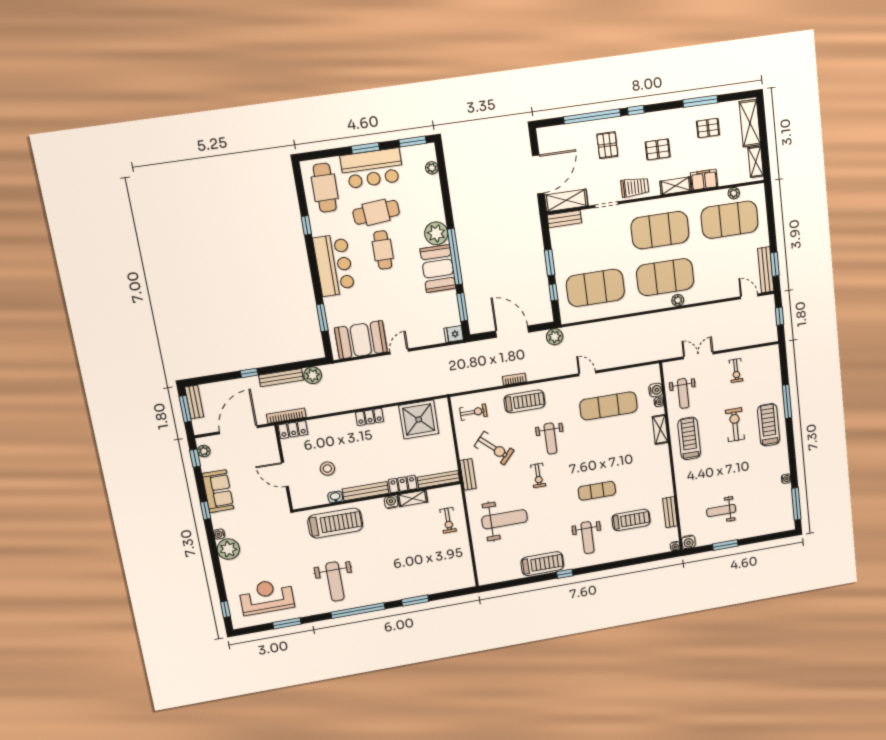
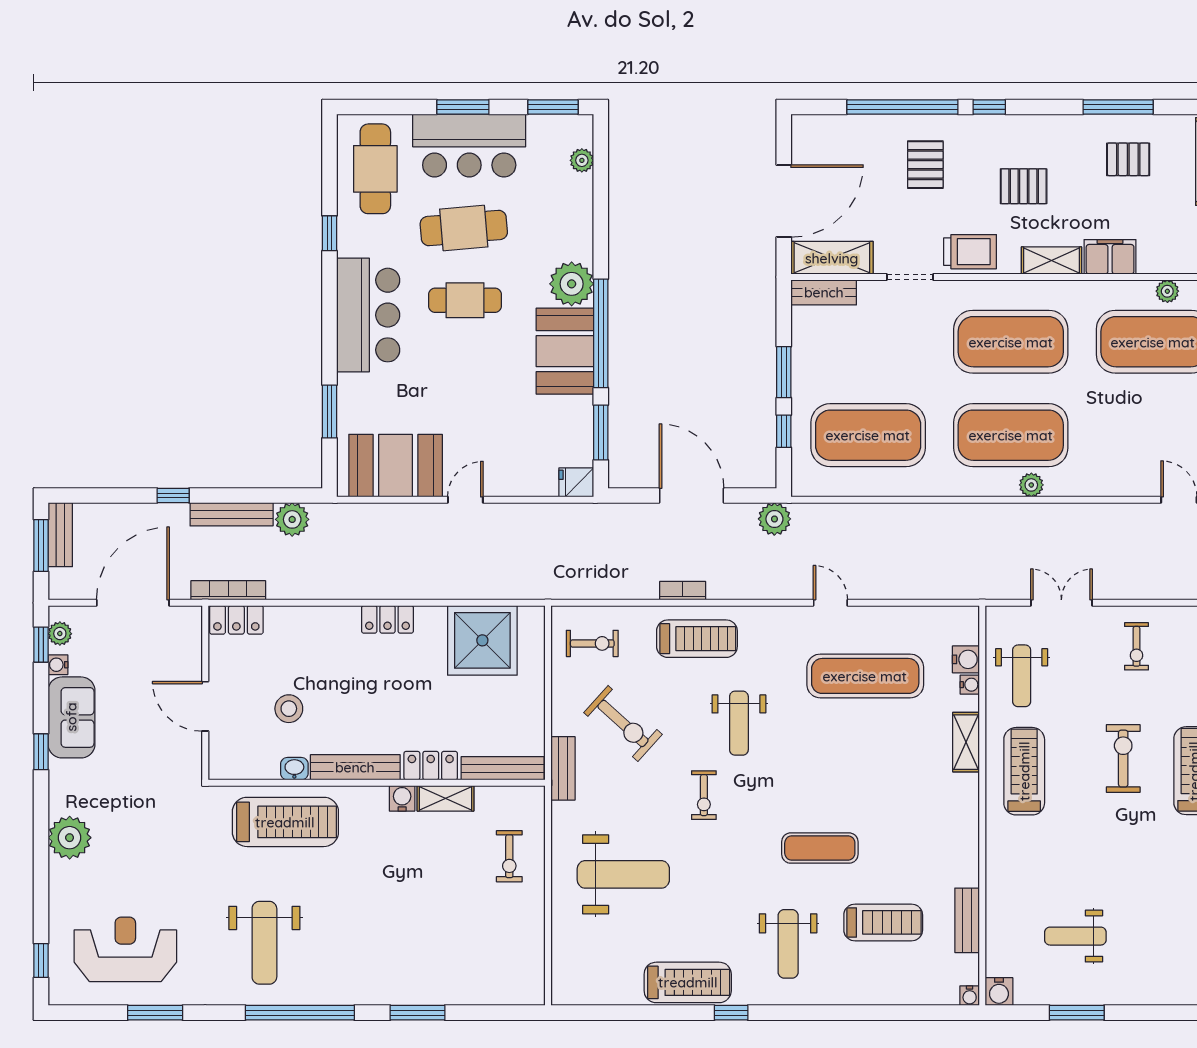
cafe table: (383, 250) -> (465, 300), turned 90
water cooler: (219, 534) -> (58, 665), moved

